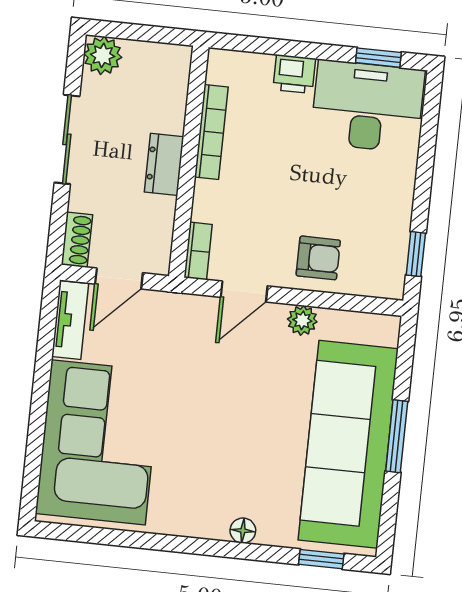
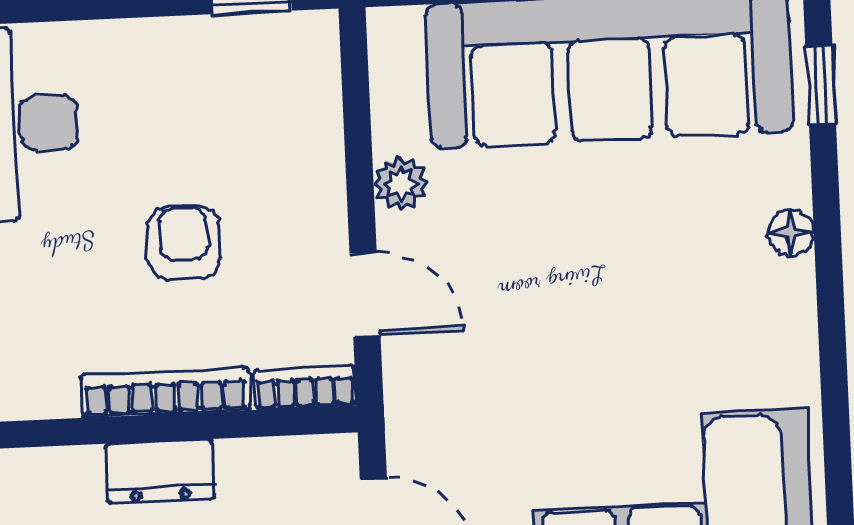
bookcase: (211, 132) -> (165, 393), moved
armchair: (318, 258) -> (184, 243), moved

